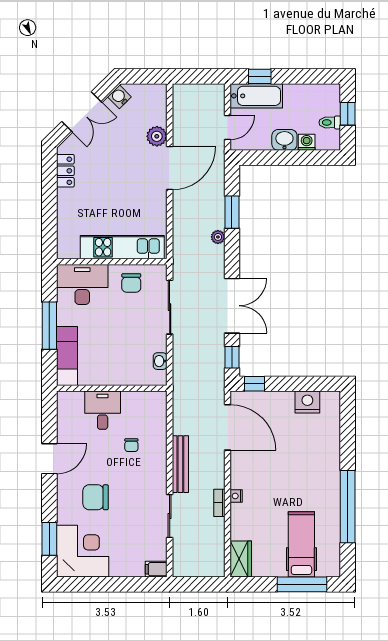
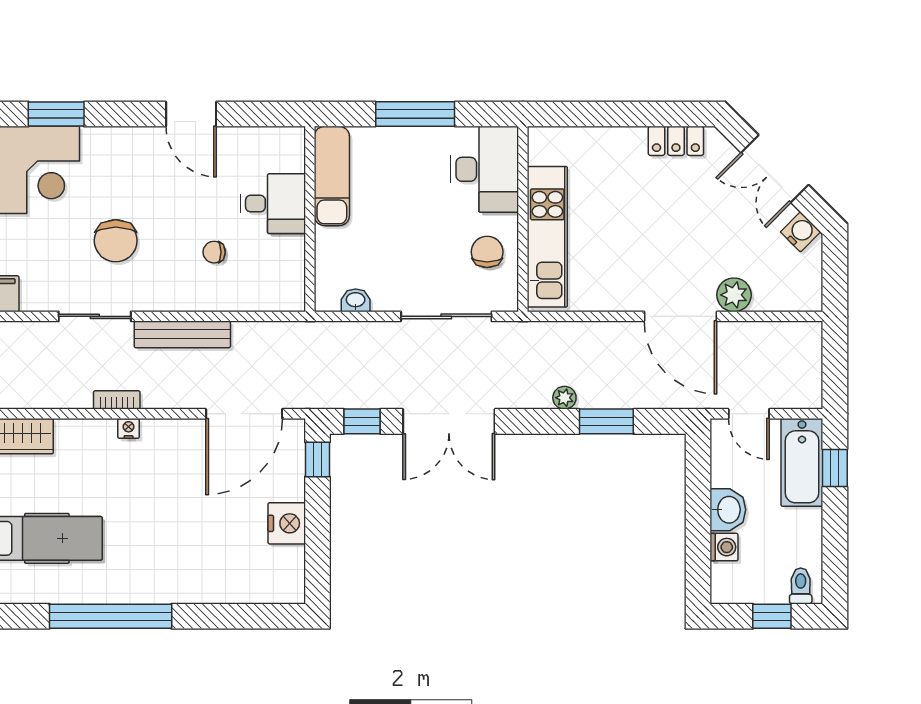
toilet: (330, 122) -> (801, 586), moved
chair: (131, 283) -> (487, 252), turned 90
exam couch: (67, 356) -> (332, 176), moved, turned -90
nightstand: (307, 402) -> (287, 523), moved
chair: (96, 497) -> (116, 241), moved, turned 180

